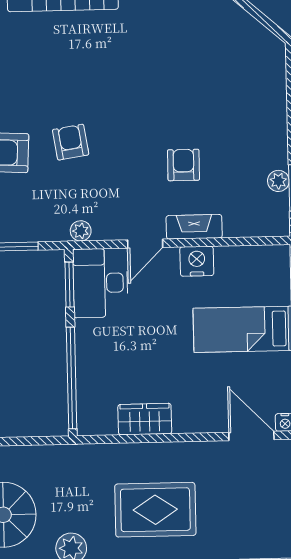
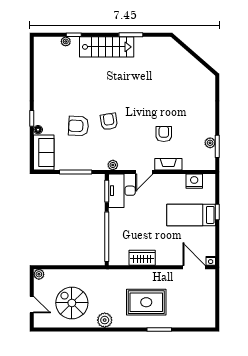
nightstand: (197, 261) -> (194, 181), moved

